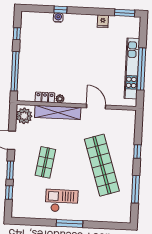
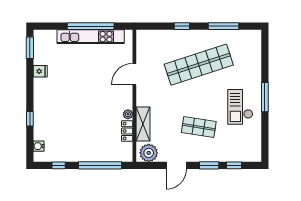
water cooler: (58, 18) -> (39, 146), moved
shelving: (58, 112) -> (143, 124), width x0.68

